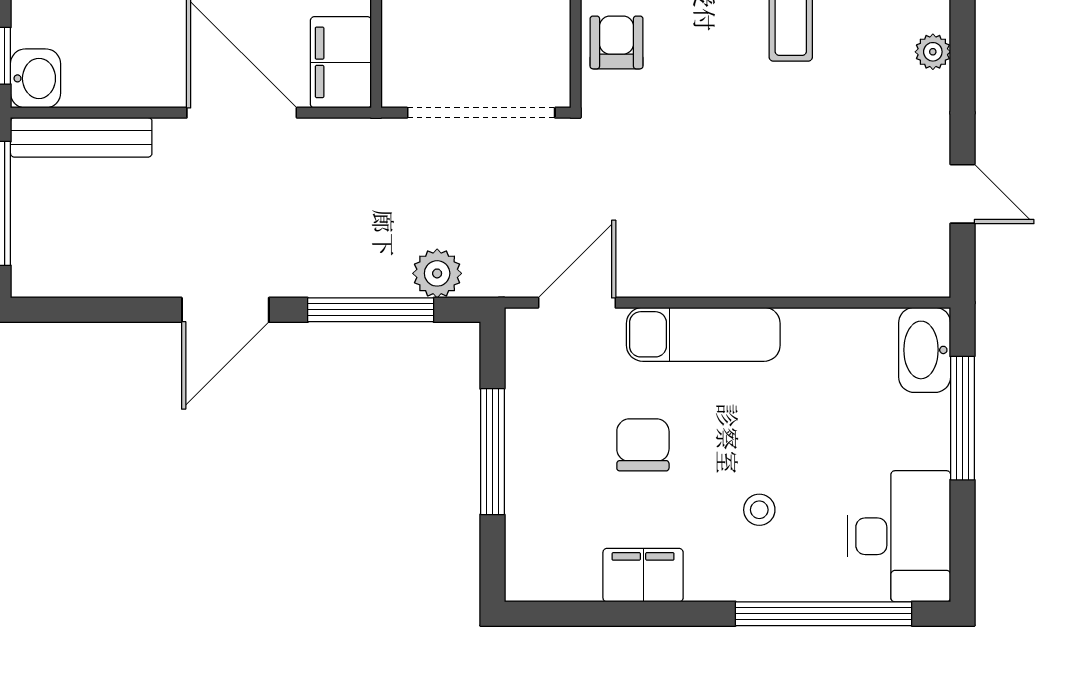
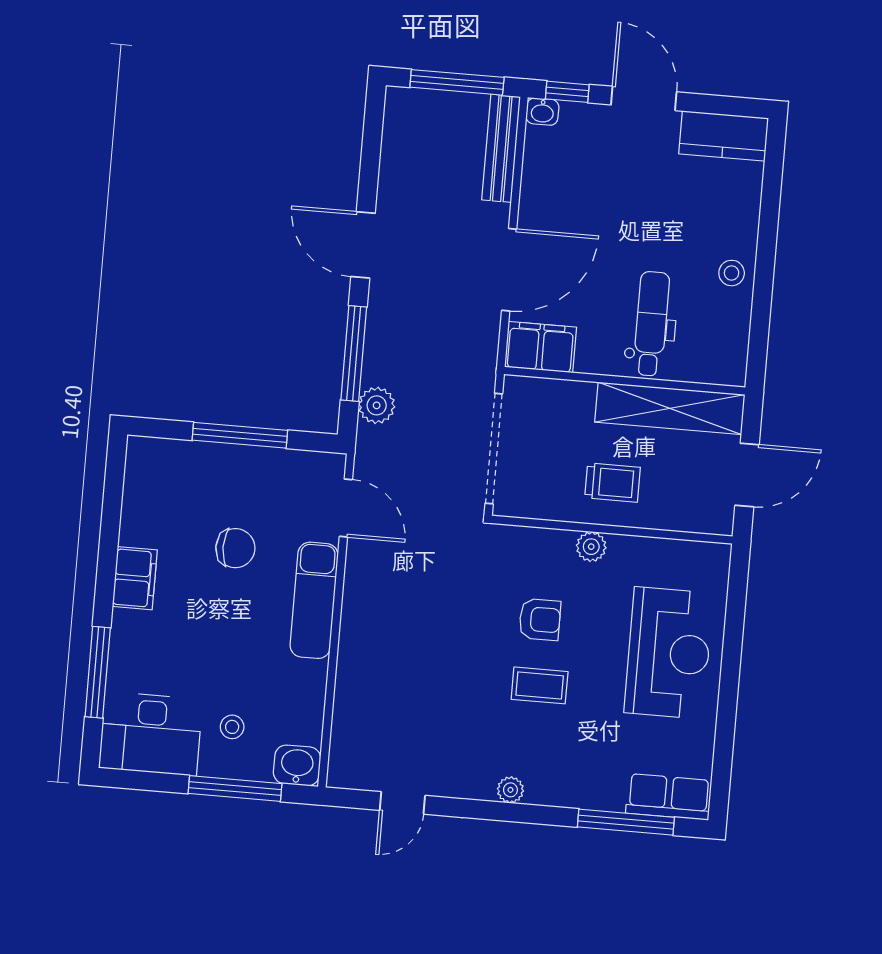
armchair: (616, 42) -> (540, 619), moved
washbasin: (35, 78) -> (542, 112), width x0.72, depth x0.69
washbasin: (925, 350) -> (297, 765), width x0.72
stool: (759, 510) -> (232, 727), moved
filing cabinet: (643, 575) -> (135, 578), moved
window: (824, 614) -> (98, 672), width x0.68

